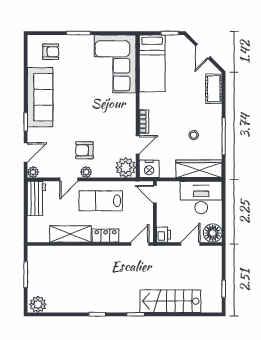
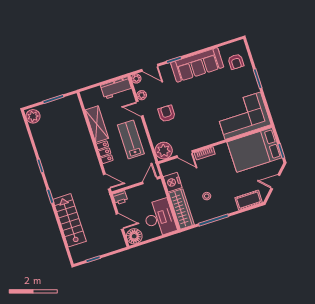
bed: (152, 63) -> (254, 150), width x1.50
nightstand: (149, 169) -> (173, 182), moved
plant: (86, 172) -> (142, 95), moved

